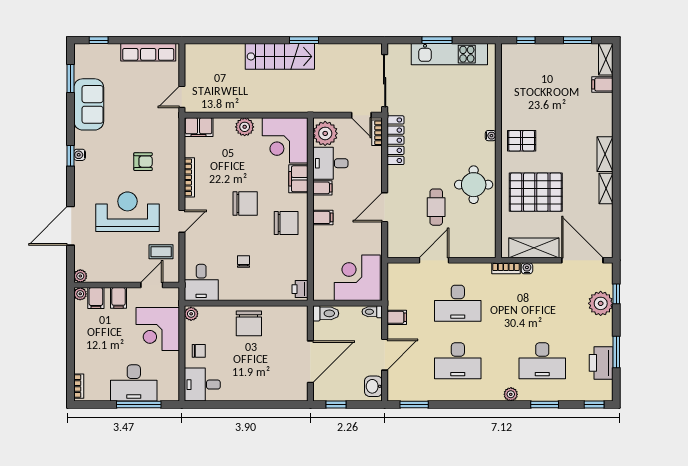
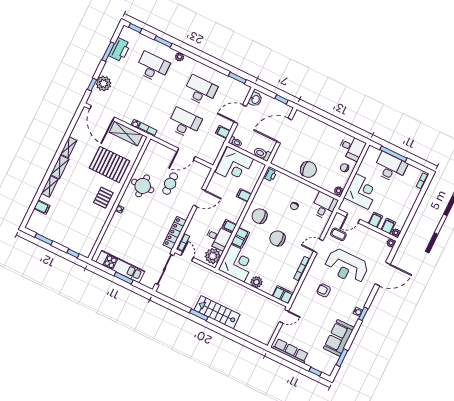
shelving: (606, 59) -> (50, 186), moved
pallet: (522, 141) -> (103, 198), turned 90
filing cabinet: (323, 217) -> (244, 195), moved
chair: (249, 323) -> (308, 169), turned 83

